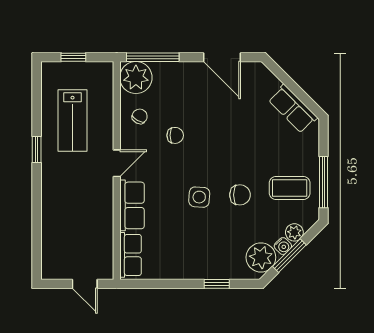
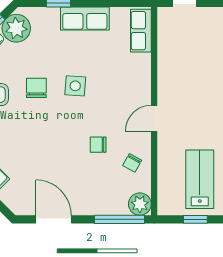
plant: (136, 78) -> (140, 204), width x0.73, depth x0.73
lab bench: (73, 120) -> (200, 179), moved
chair: (240, 195) -> (36, 88), turned 90
row of seats: (132, 205) -> (85, 19), moved, turned -90

